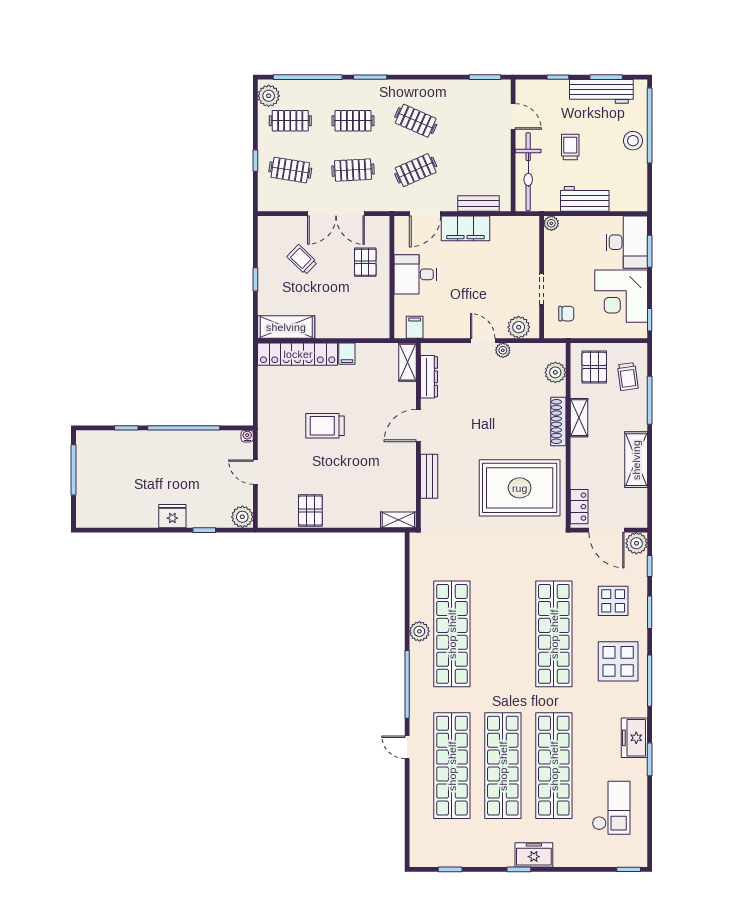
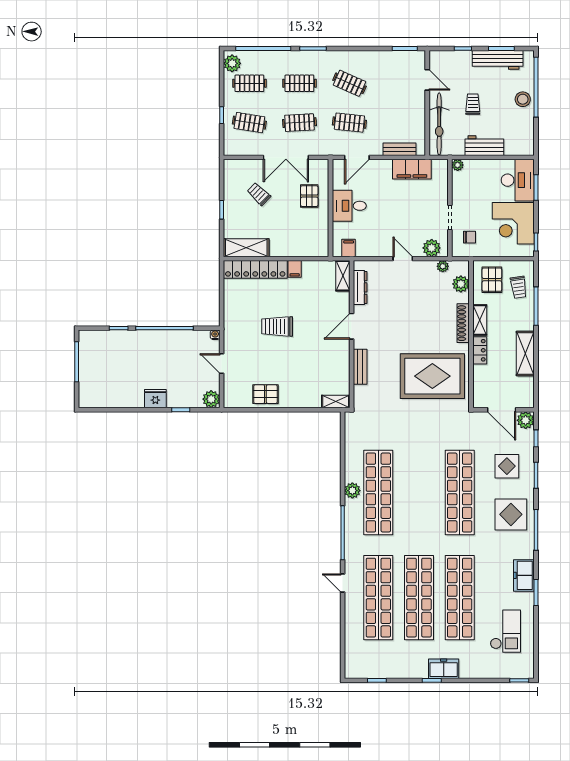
clothes rail: (416, 170) -> (349, 123), turned 30
filing cabinet: (466, 228) -> (412, 169), moved
plant: (503, 350) -> (443, 266), moved
locker: (579, 507) -> (480, 350), moved
pallet: (310, 511) -> (265, 394), turned 90

